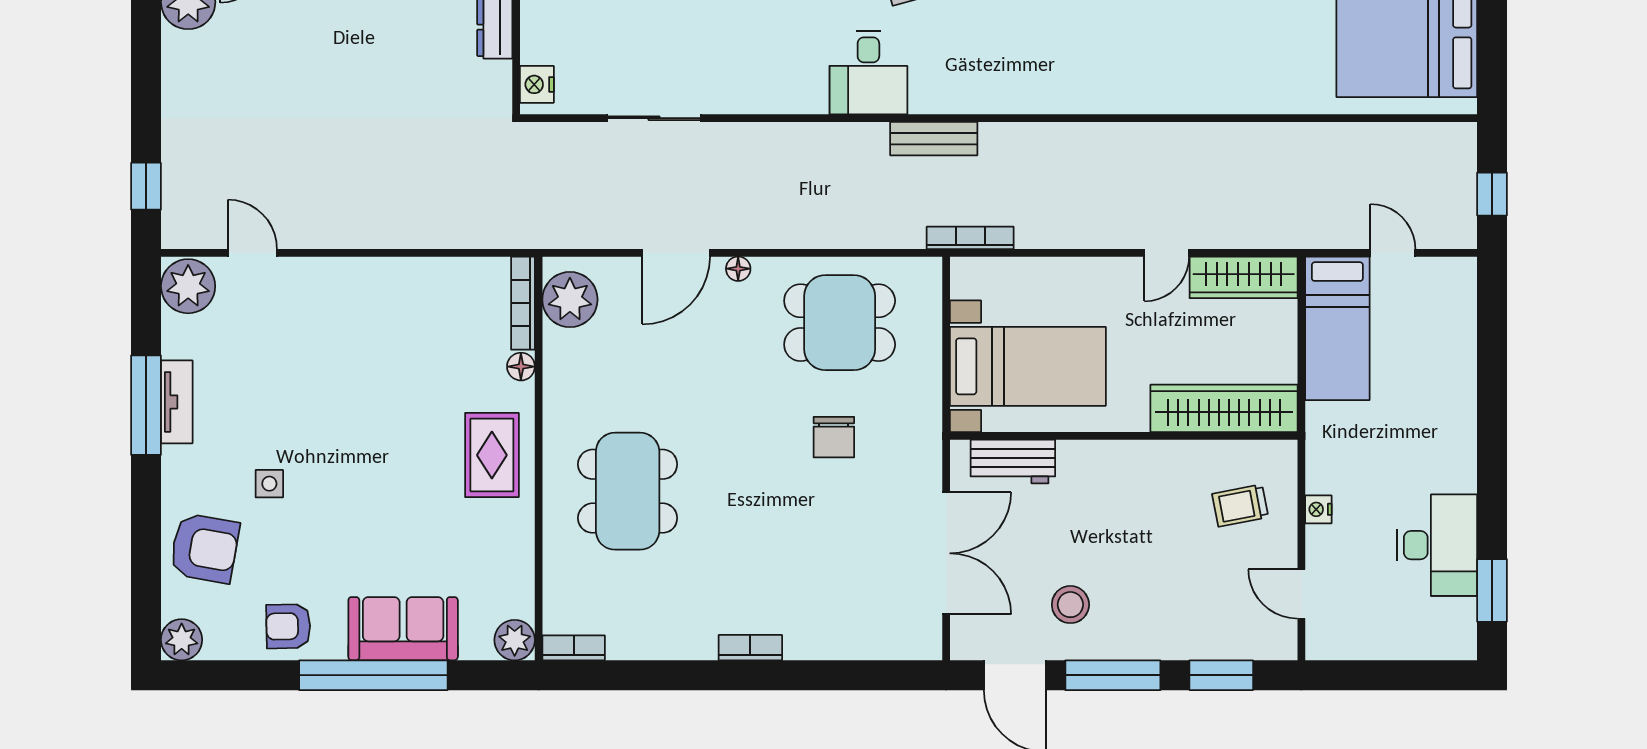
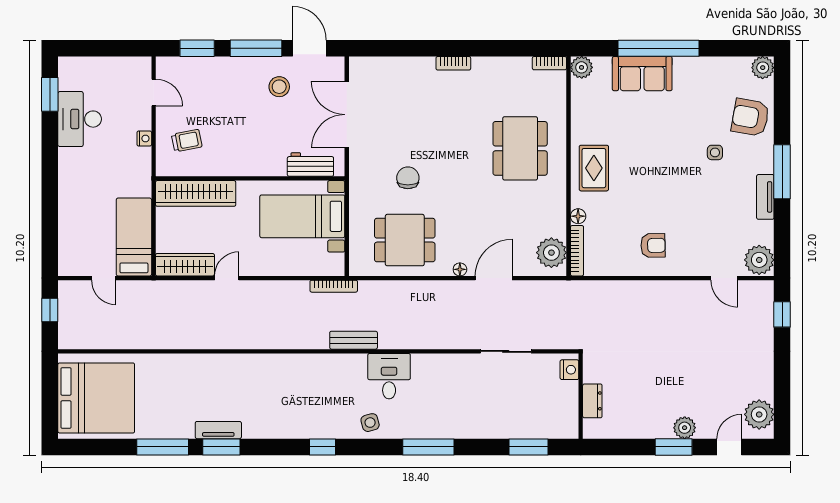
window: (146, 405) -> (782, 172), moved
armchair: (288, 626) -> (653, 245), moved

